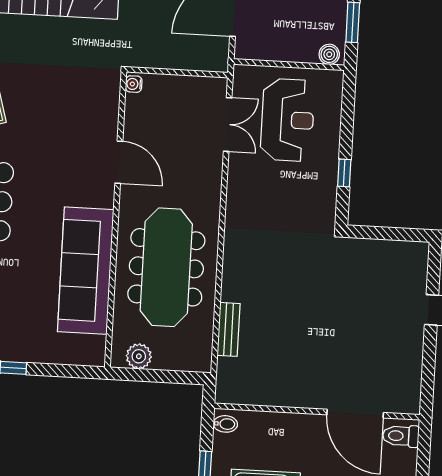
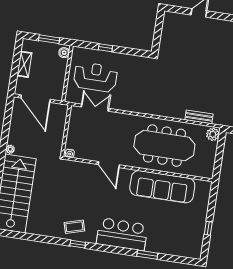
door: (119, 162) -> (109, 165), swing flipped
window: (344, 173) -> (105, 48), moved
plant: (139, 356) -> (213, 134), moved

